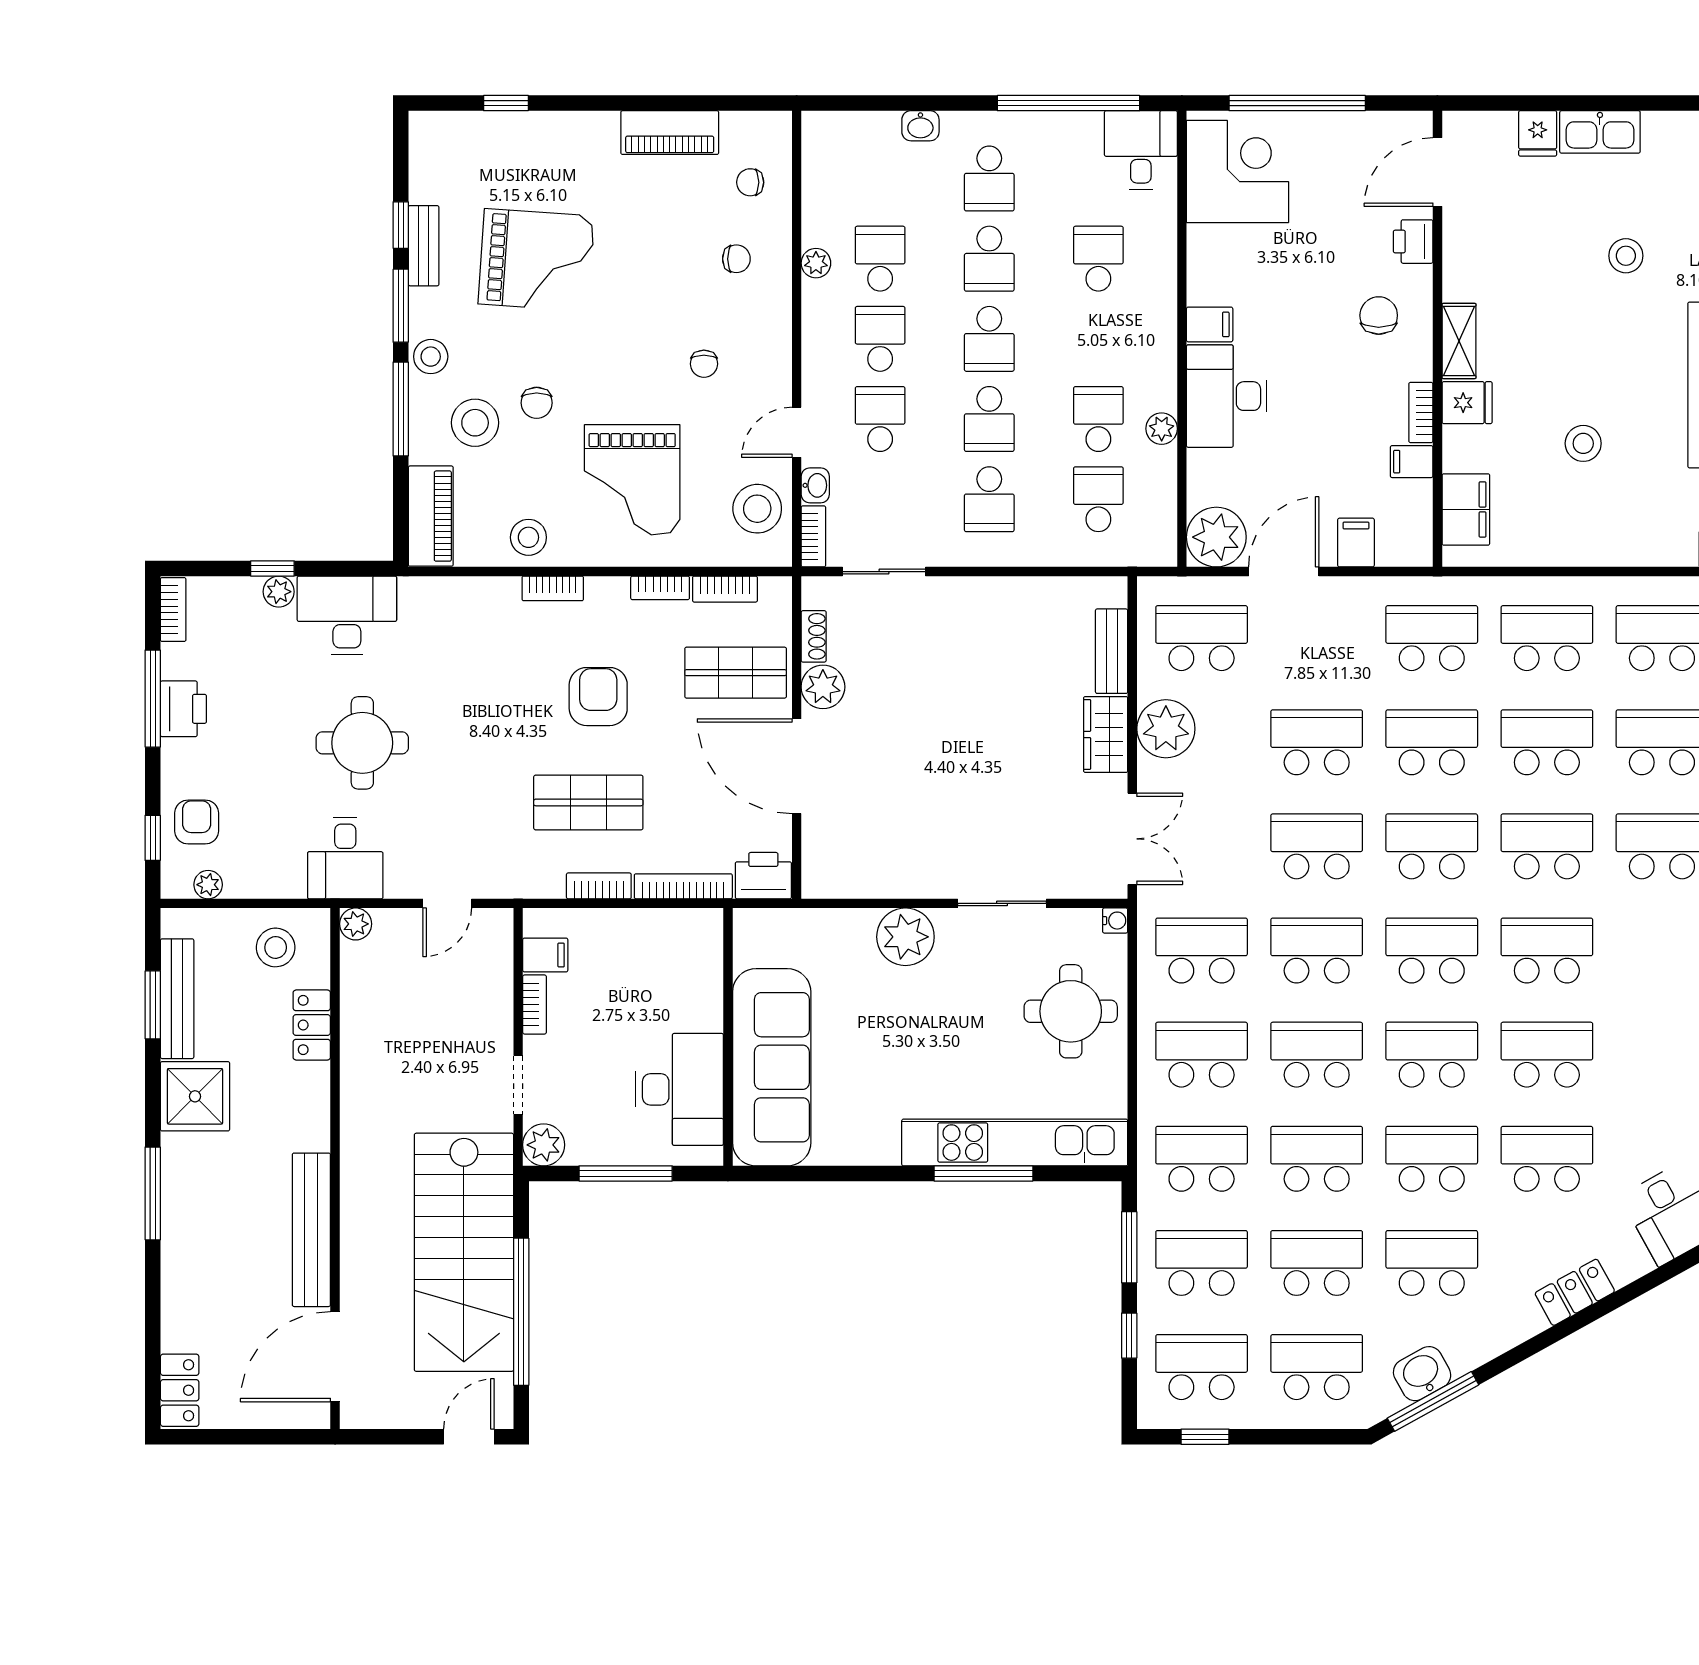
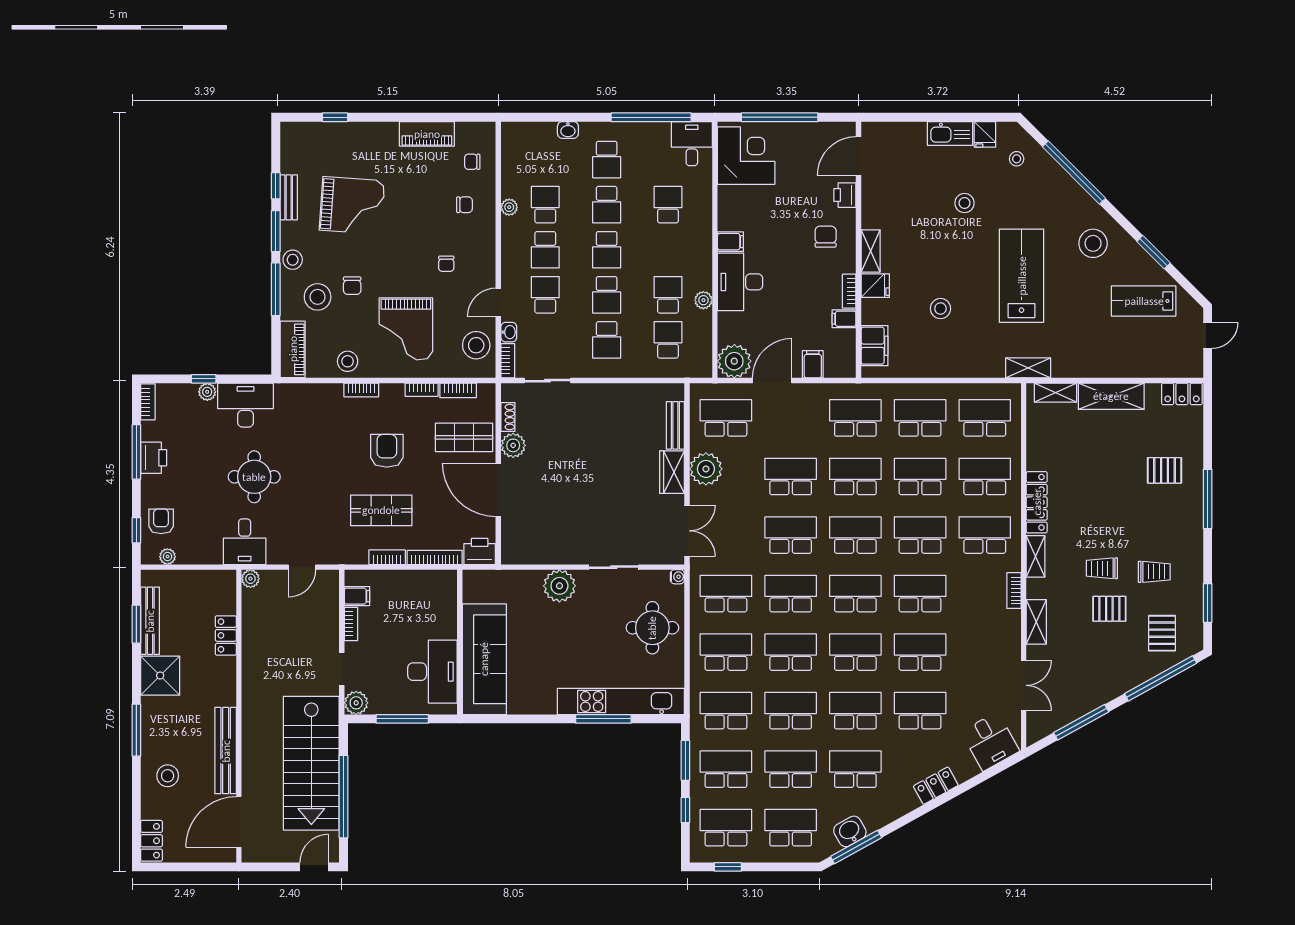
fridge: (1538, 133) -> (985, 134), moved
school desk: (880, 339) -> (545, 250), turned 180
stool: (276, 947) -> (168, 776), moved

